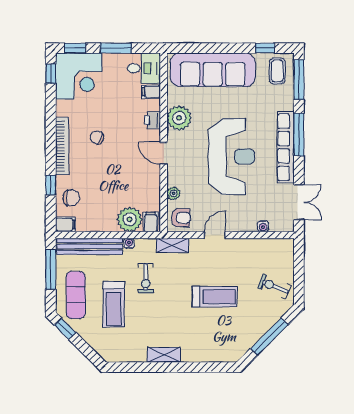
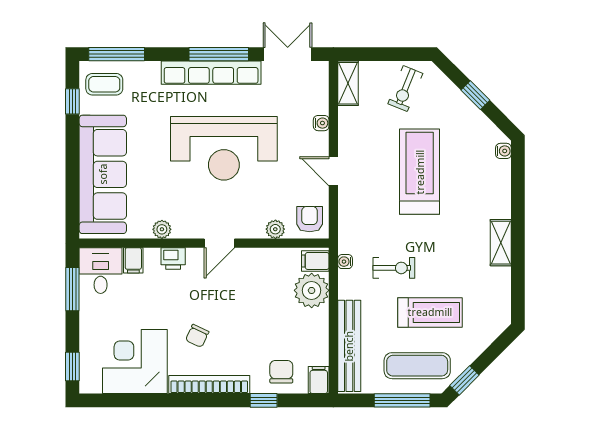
window: (116, 48) -> (72, 289), moved
window: (51, 74) -> (108, 400), removed
corner desk: (79, 76) -> (135, 362), moved, turned -90
plant: (179, 118) -> (162, 229), width x0.53, depth x0.53
window: (299, 134) -> (219, 54), moved
reception desk: (231, 157) -> (224, 148), turned 180
water cooler: (263, 226) -> (321, 123), moved
water cooler: (129, 243) -> (345, 262), moved
shelving: (173, 245) -> (348, 83), moved
window: (51, 269) -> (402, 400), moved
treadmill: (215, 297) -> (420, 172), width x1.37, depth x1.38
window: (269, 337) -> (475, 95), width x0.46
water cooler: (229, 357) -> (503, 151), added

